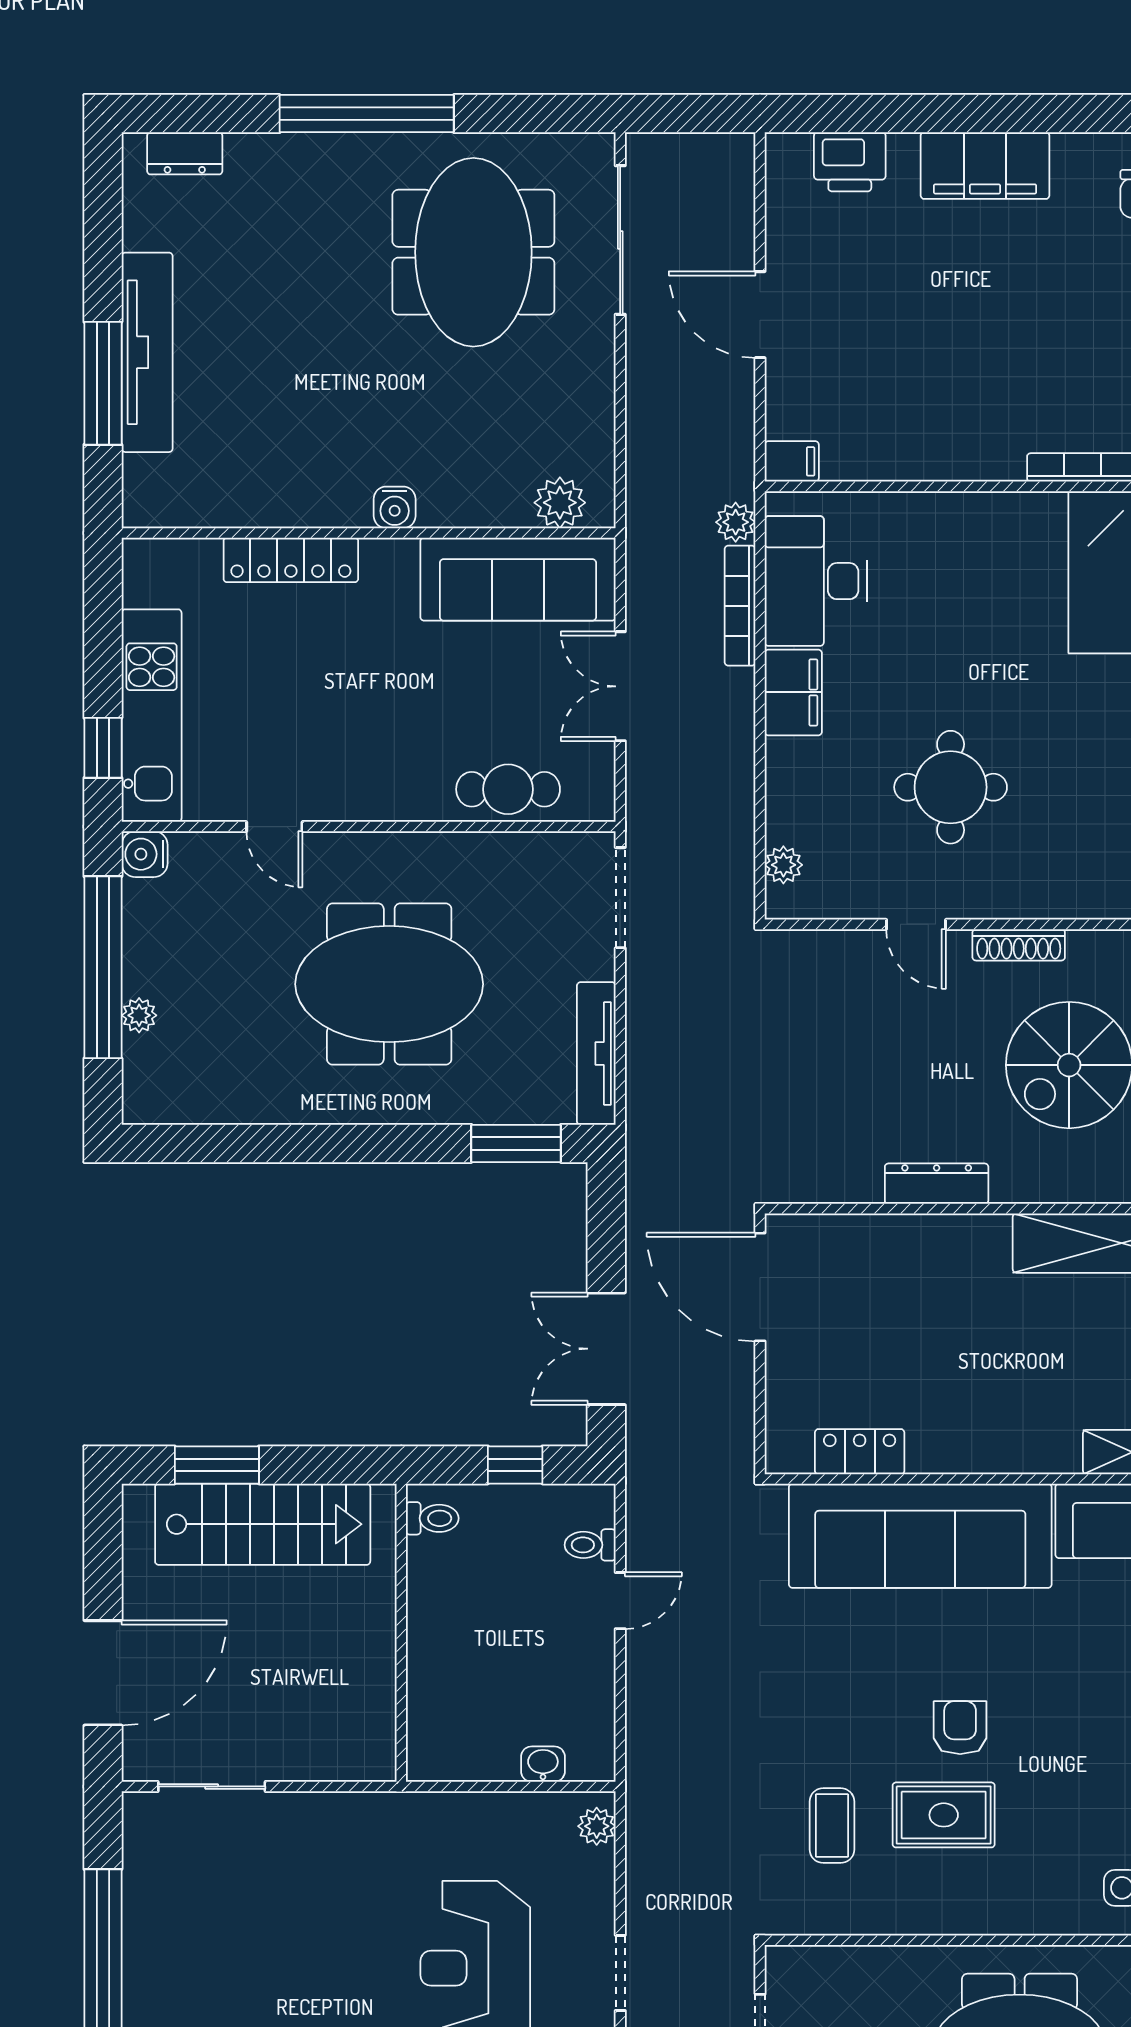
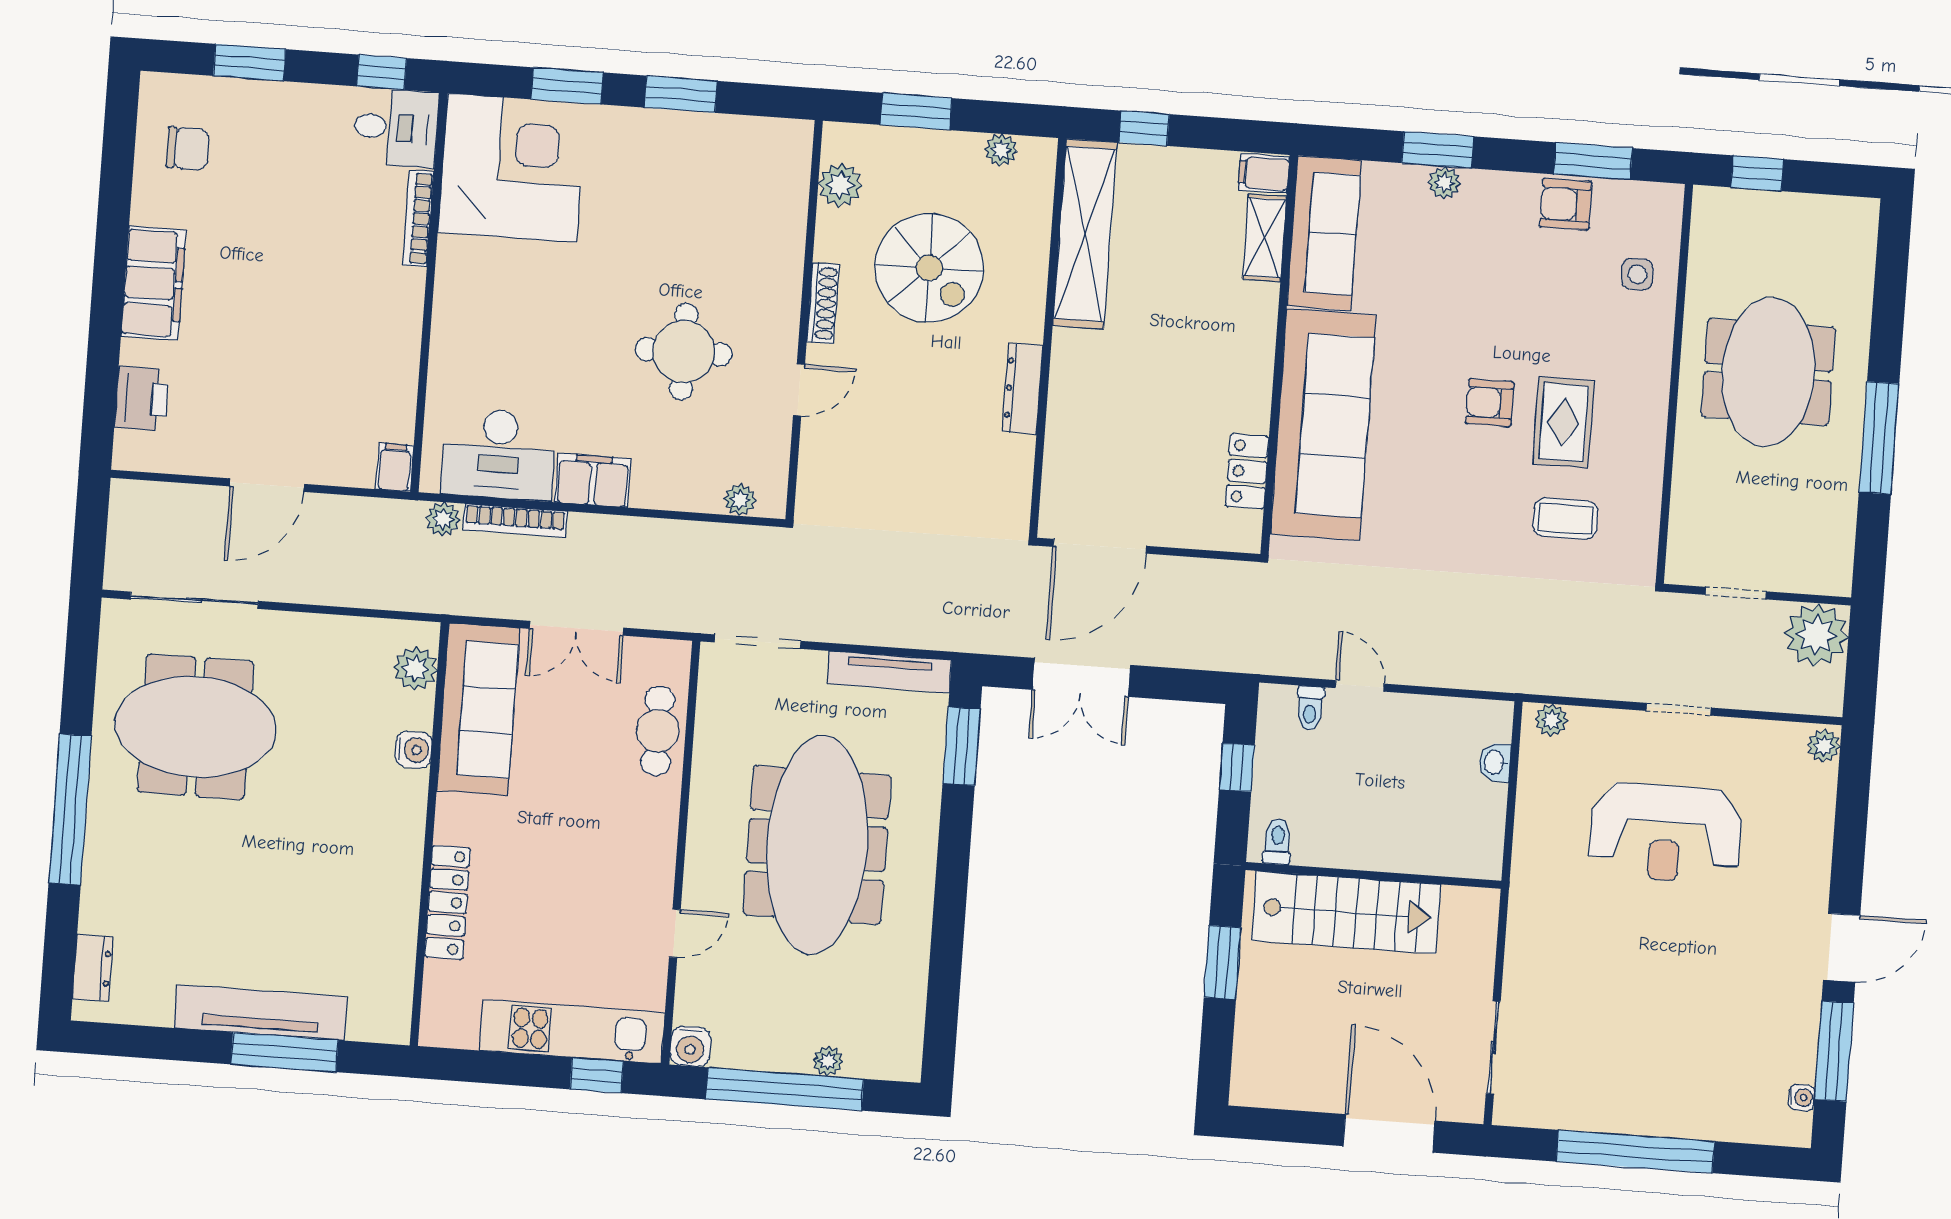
water cooler: (395, 507) -> (414, 750), moved
meeting table: (389, 984) -> (817, 845), width x1.36
double door: (606, 1349) -> (1081, 677), moved
window: (217, 1465) -> (1223, 962), moved
stairs: (263, 1524) -> (1346, 912), moved, turned 90

